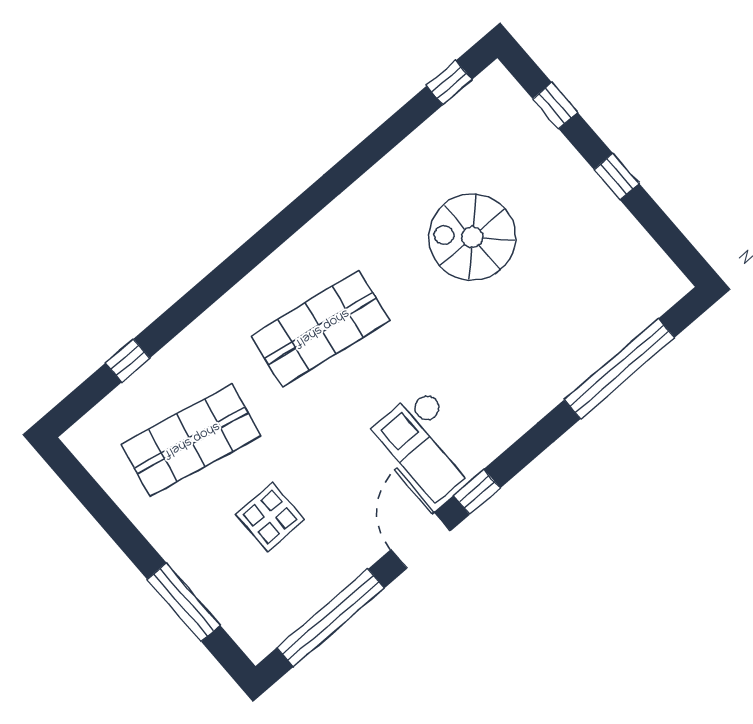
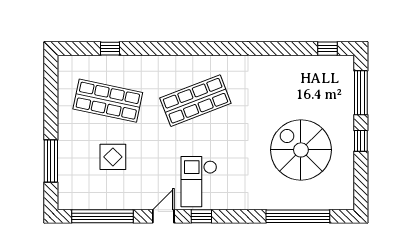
window: (555, 106) -> (361, 93), width x2.17
spiral stairs: (472, 237) -> (301, 150), moved, width x1.37, depth x1.37
shop shelf: (321, 328) -> (195, 101), turned -30
door: (421, 540) -> (163, 216), width x0.73

